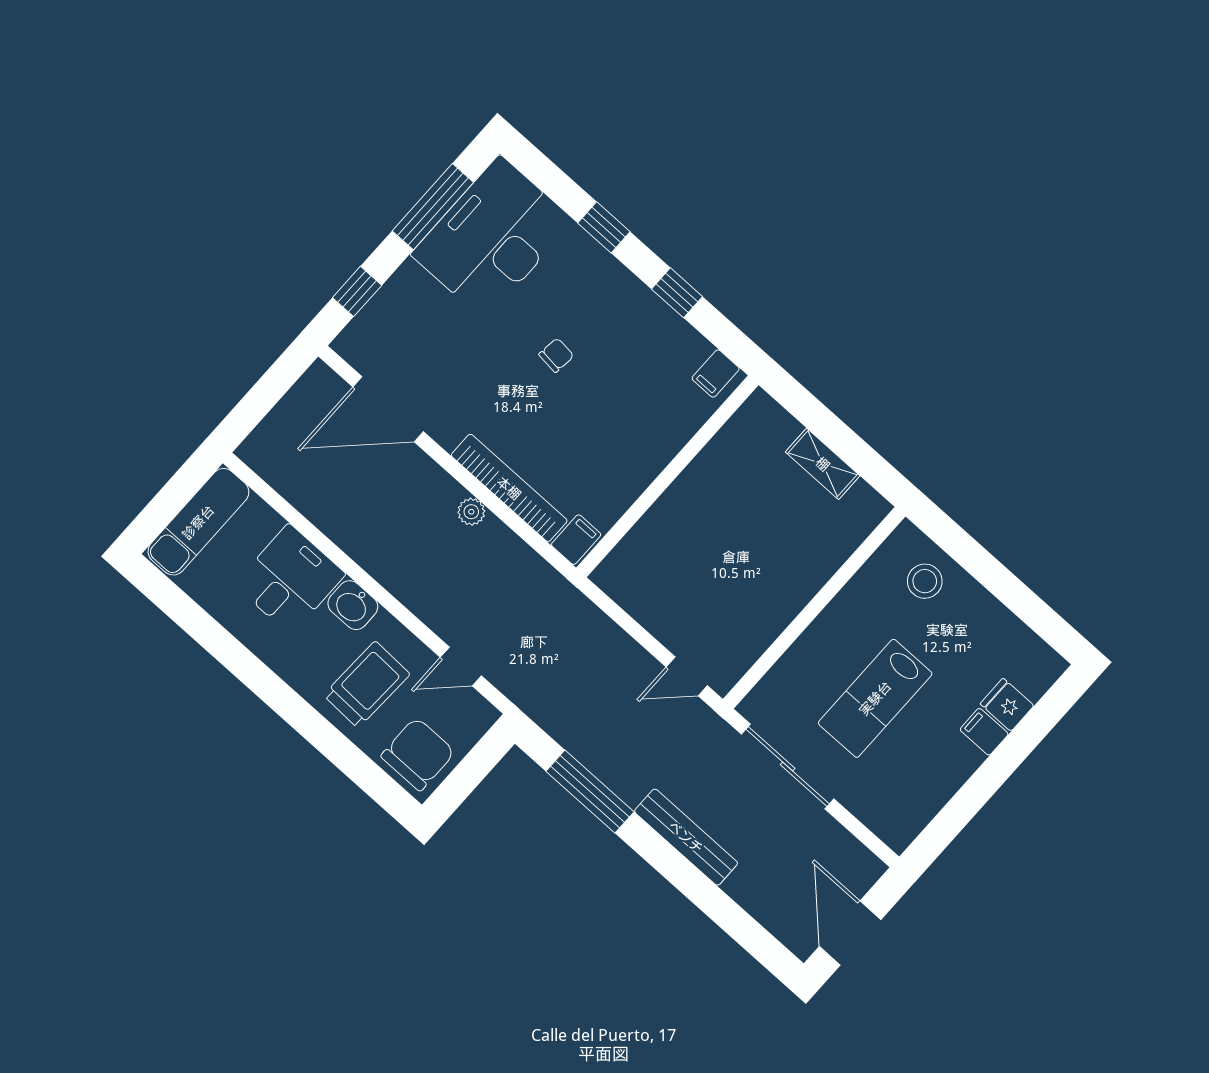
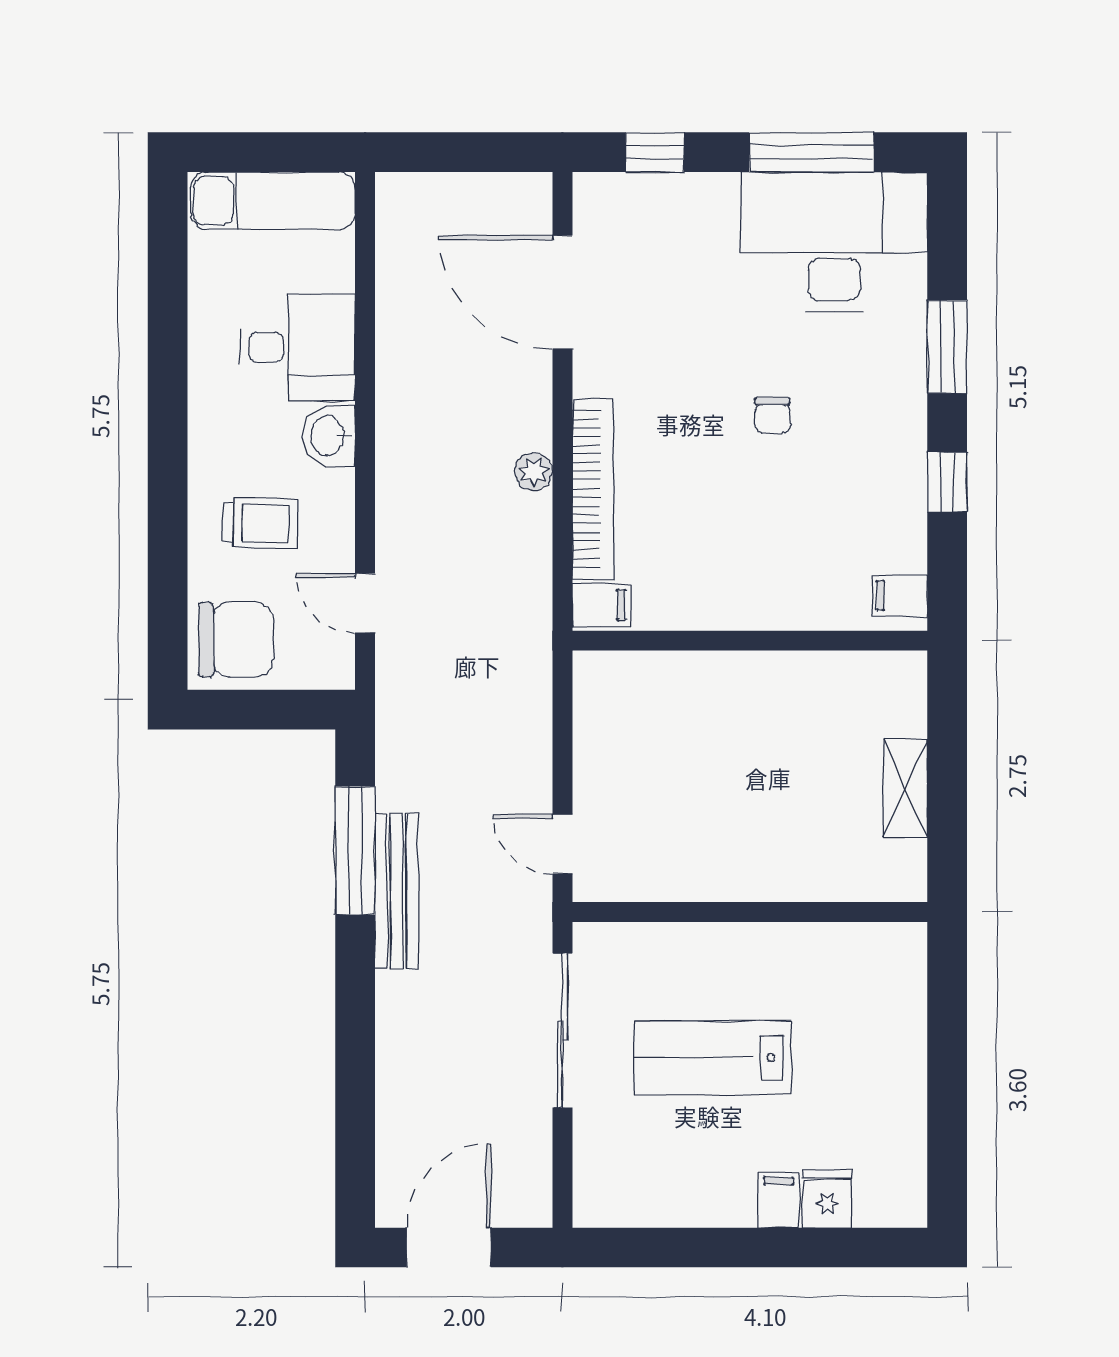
window: (604, 227) -> (947, 347), width x1.50
chair: (556, 355) -> (772, 415), turned 84
stool: (925, 581) -> (879, 1001), removed
trolley: (367, 685) -> (260, 523), width x0.73, depth x0.72
bench: (686, 837) -> (397, 891), moved

